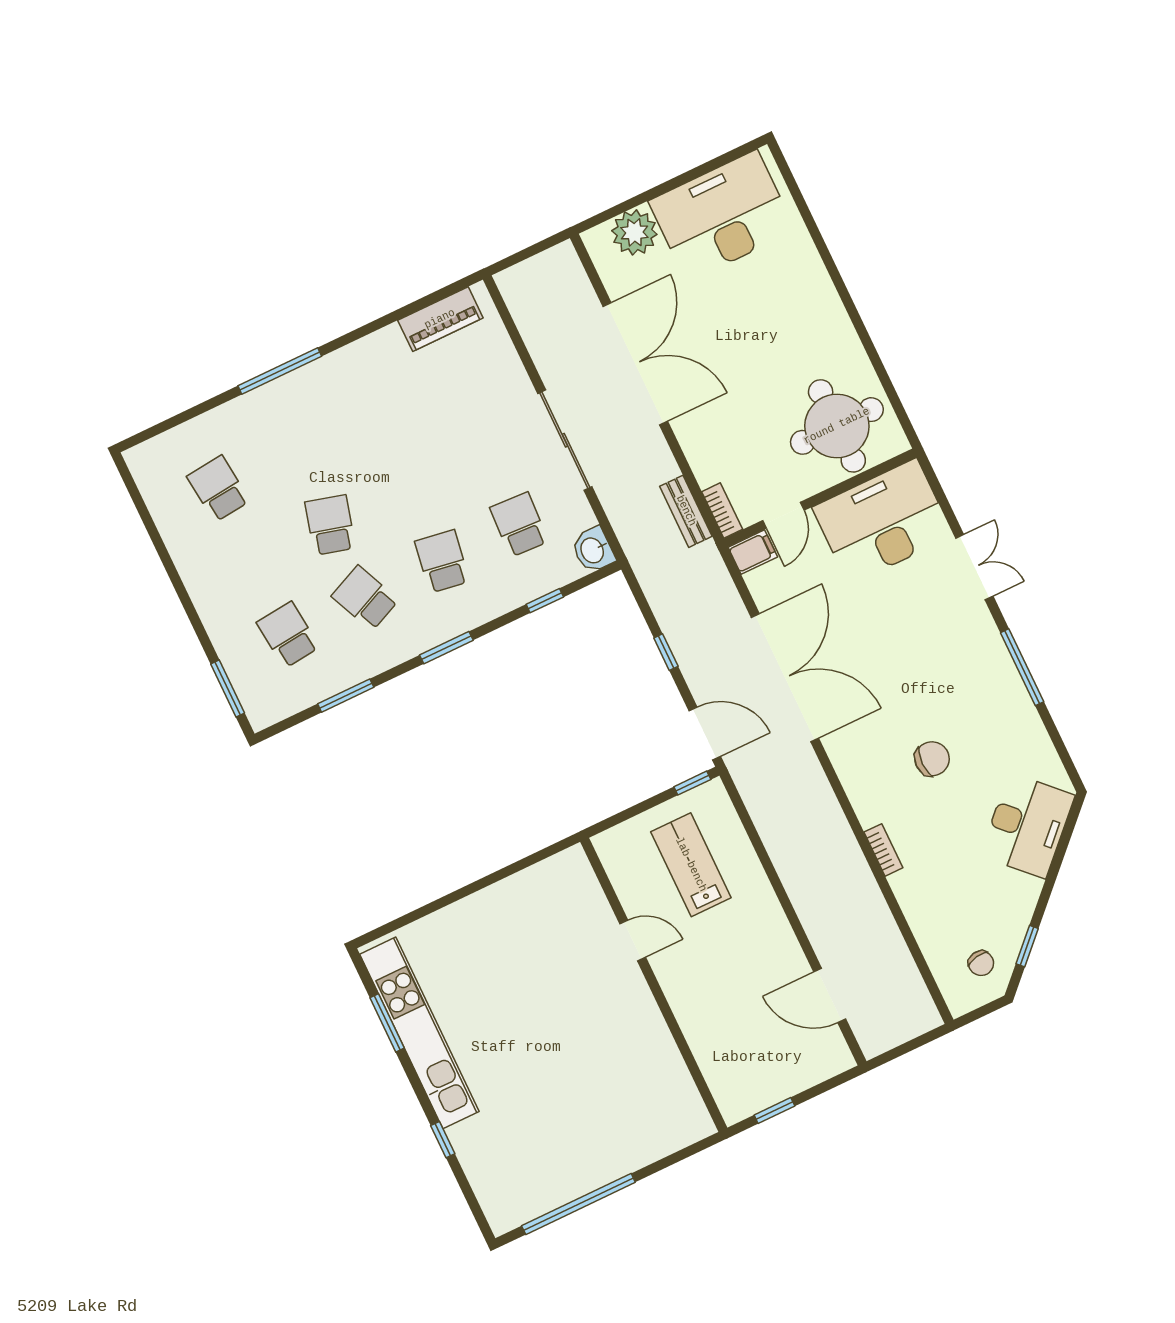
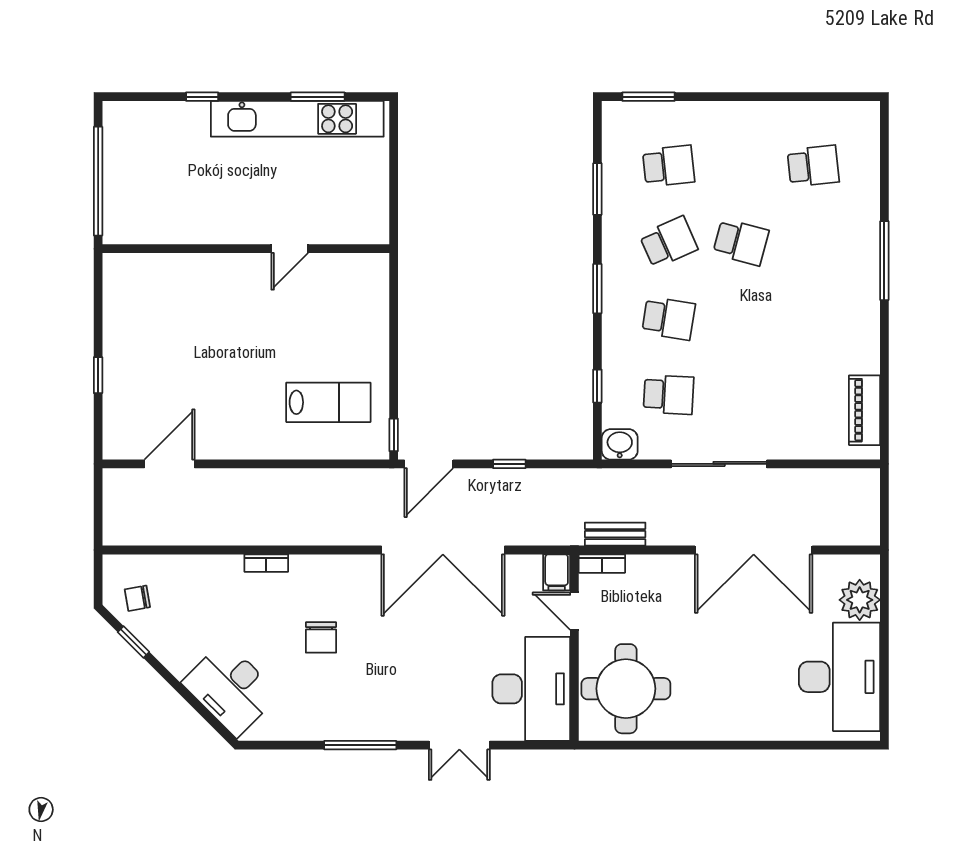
door: (633, 940) -> (290, 249), moved
wall: (654, 985) -> (246, 249), moved

